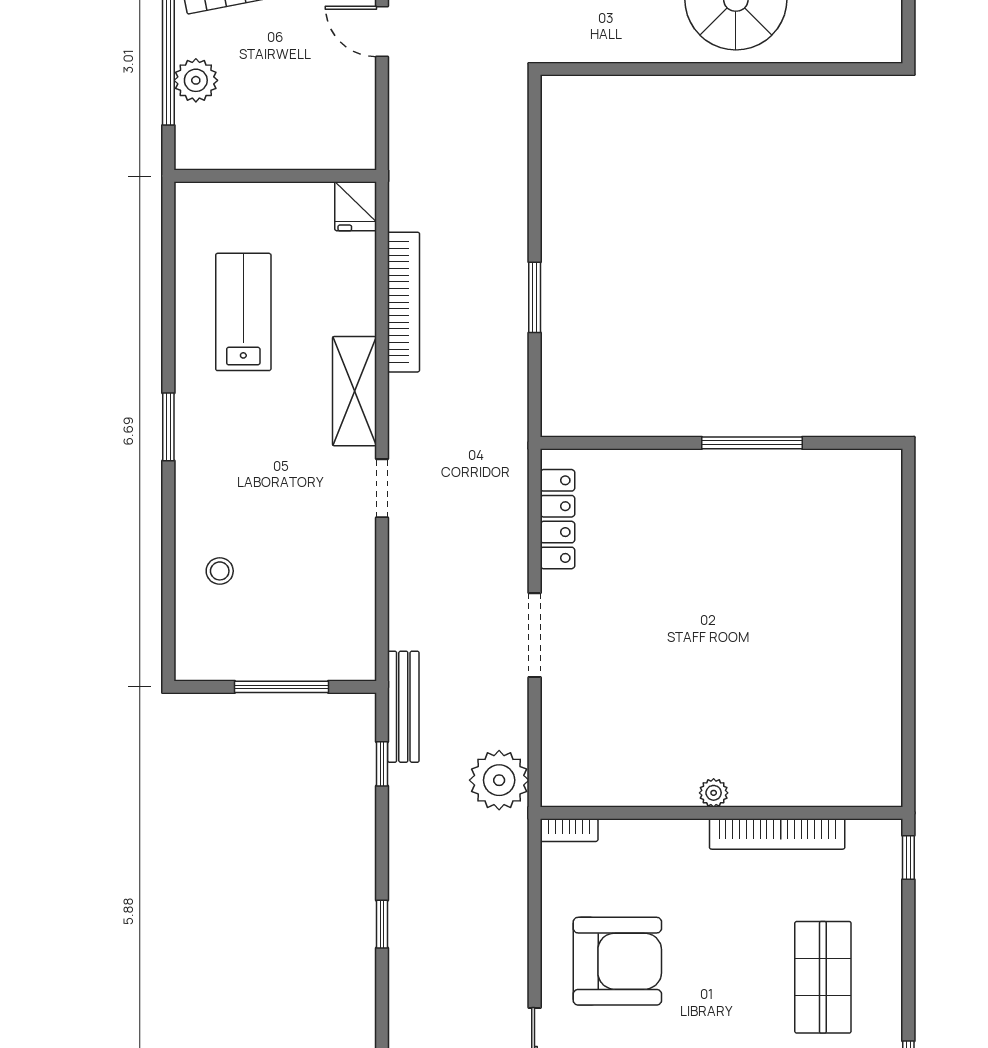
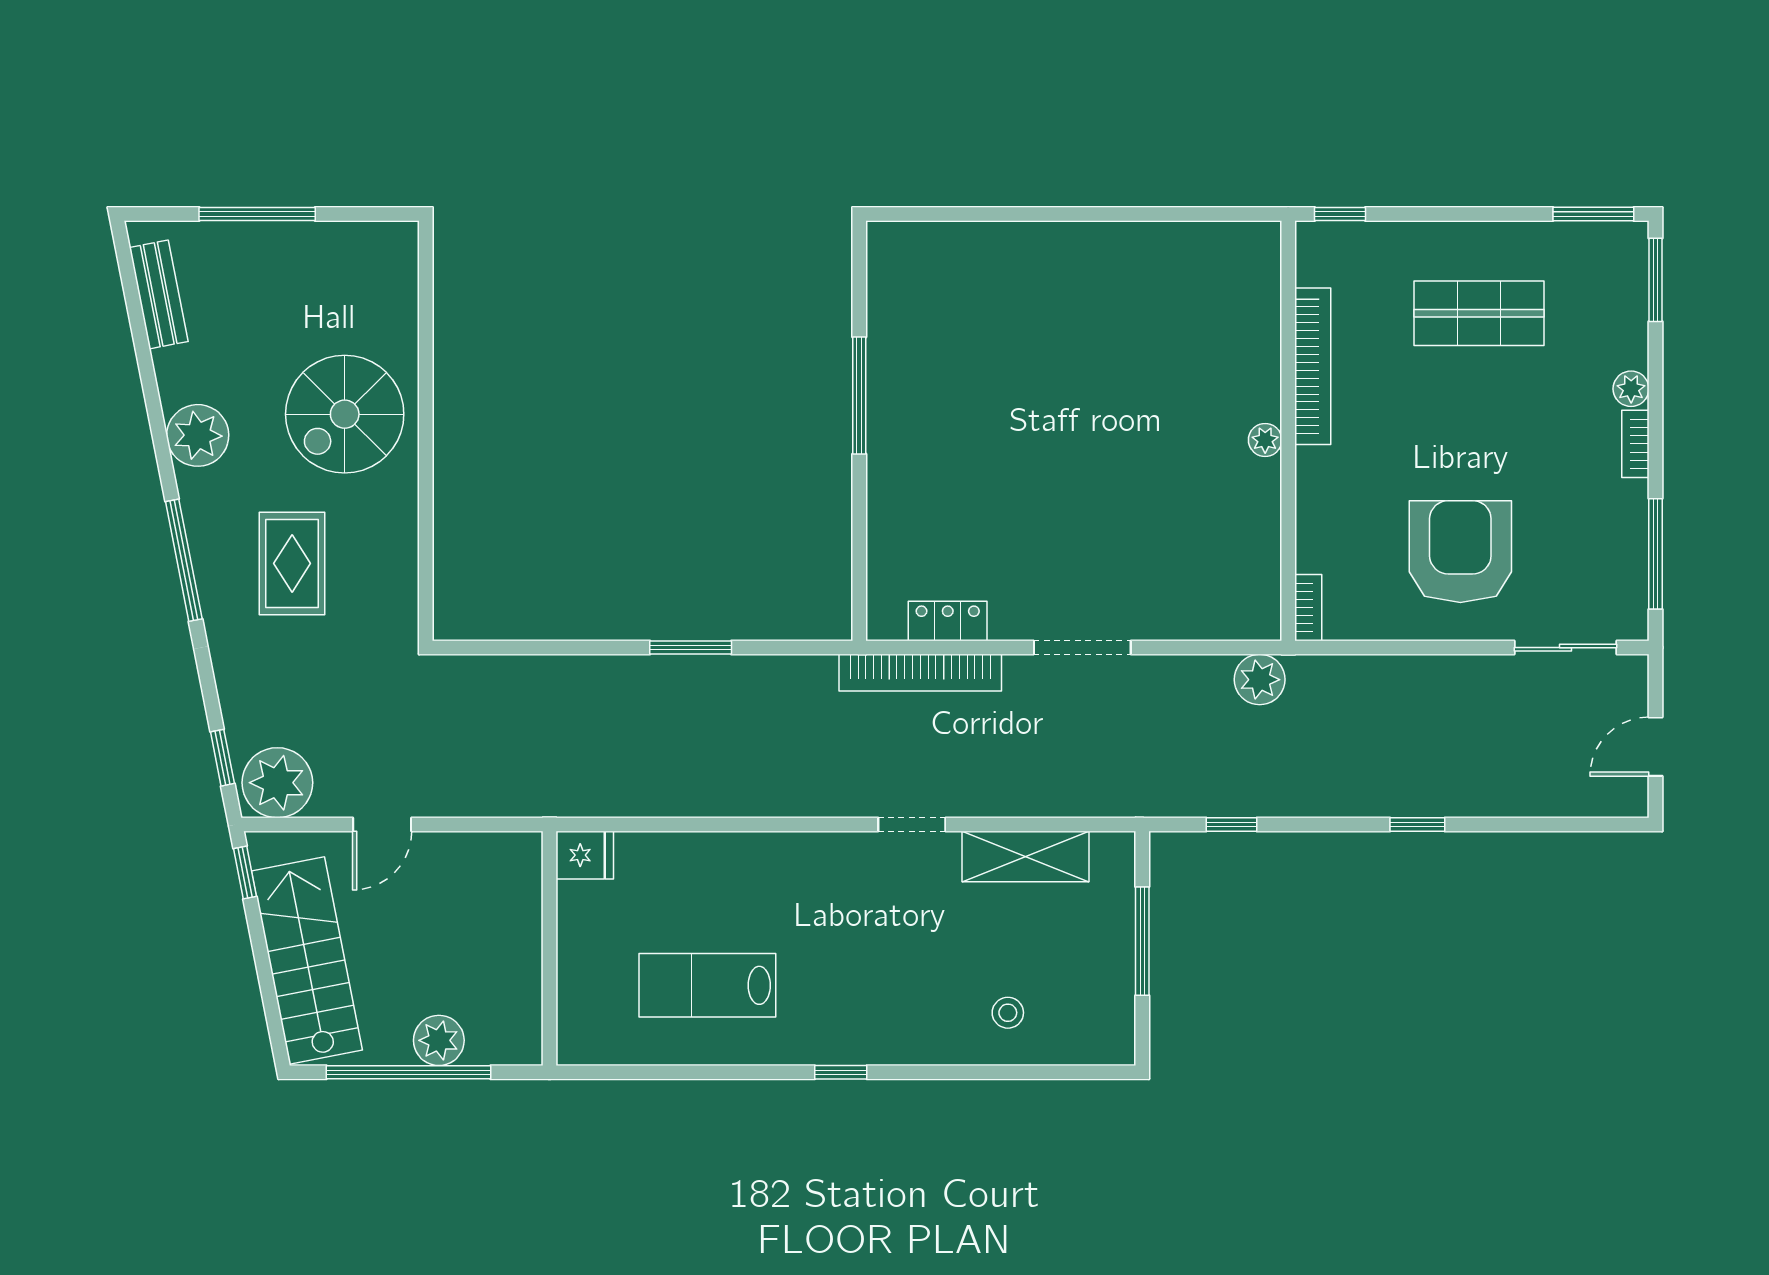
bookcase: (404, 302) -> (920, 673), moved, turned 180
shelving: (354, 391) -> (1026, 857), moved
window: (168, 427) -> (841, 1072), width x0.67
locker: (557, 519) -> (948, 621), width x0.66
bench: (403, 707) -> (1165, 800), removed
plant: (499, 780) -> (1260, 680), width x0.73, depth x0.73

